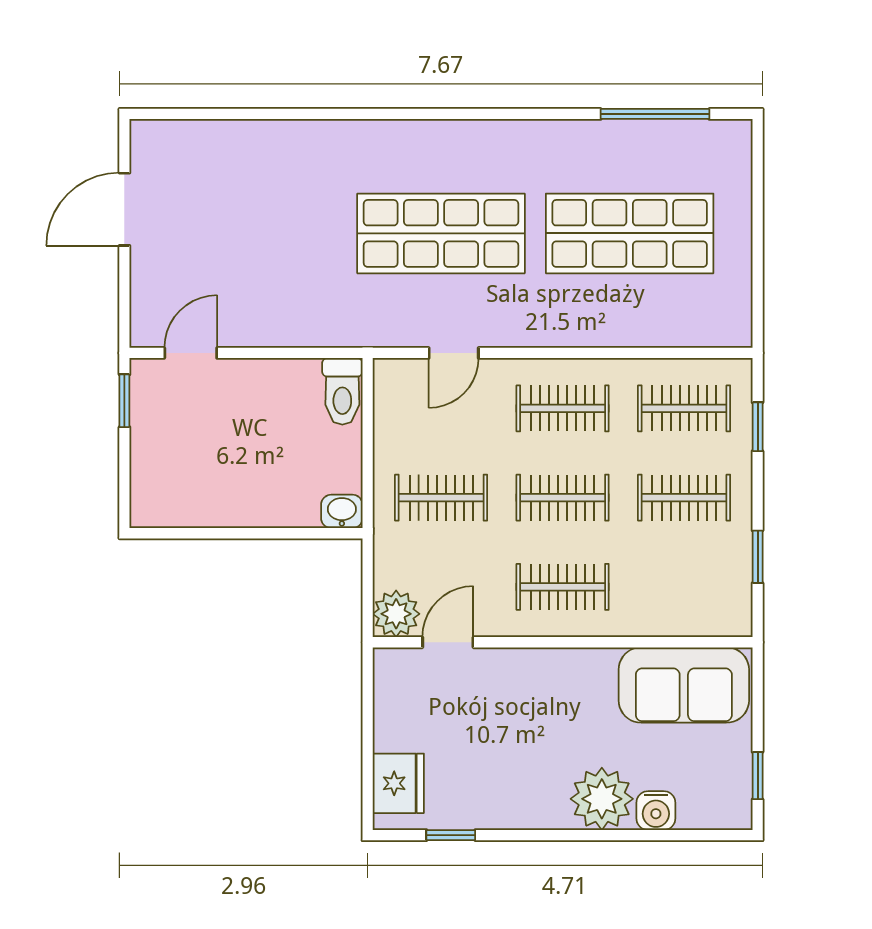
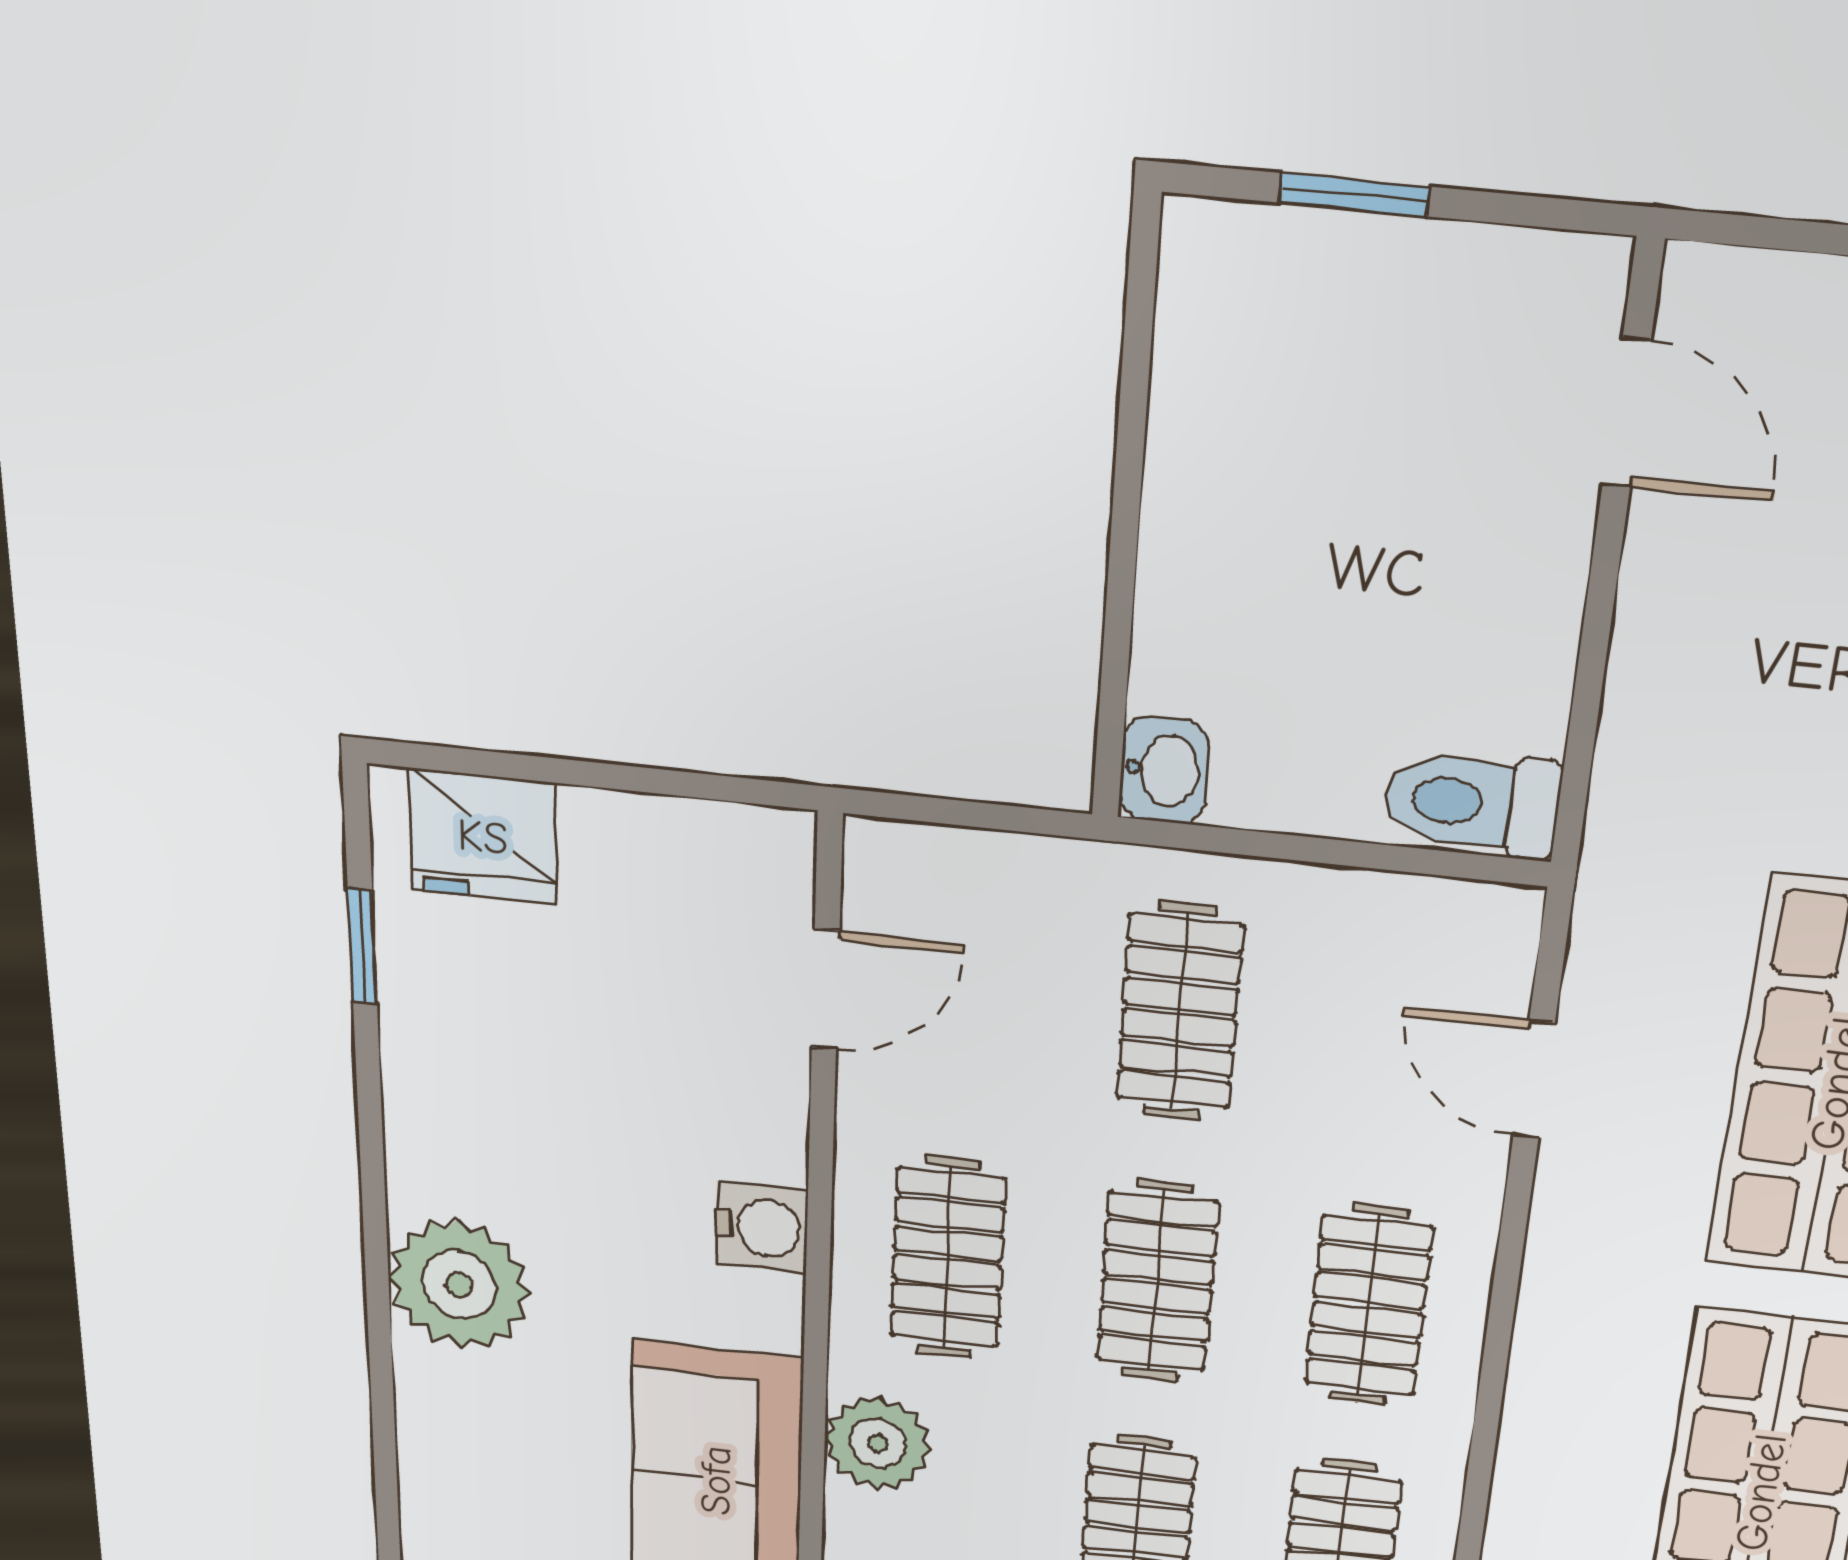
window: (124, 401) -> (1354, 195), moved
plant: (396, 614) -> (878, 1443), moved
door: (448, 642) -> (825, 990), hinge flipped
water cooler: (656, 811) -> (762, 1227), moved, turned 180

